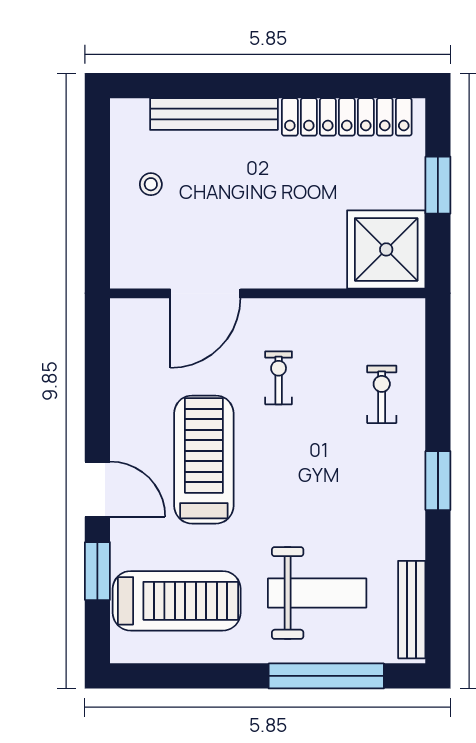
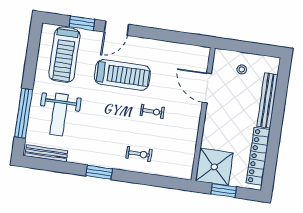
shower: (386, 249) -> (214, 167), moved
door: (205, 293) -> (207, 88), moved
wall: (268, 293) -> (203, 114), moved

